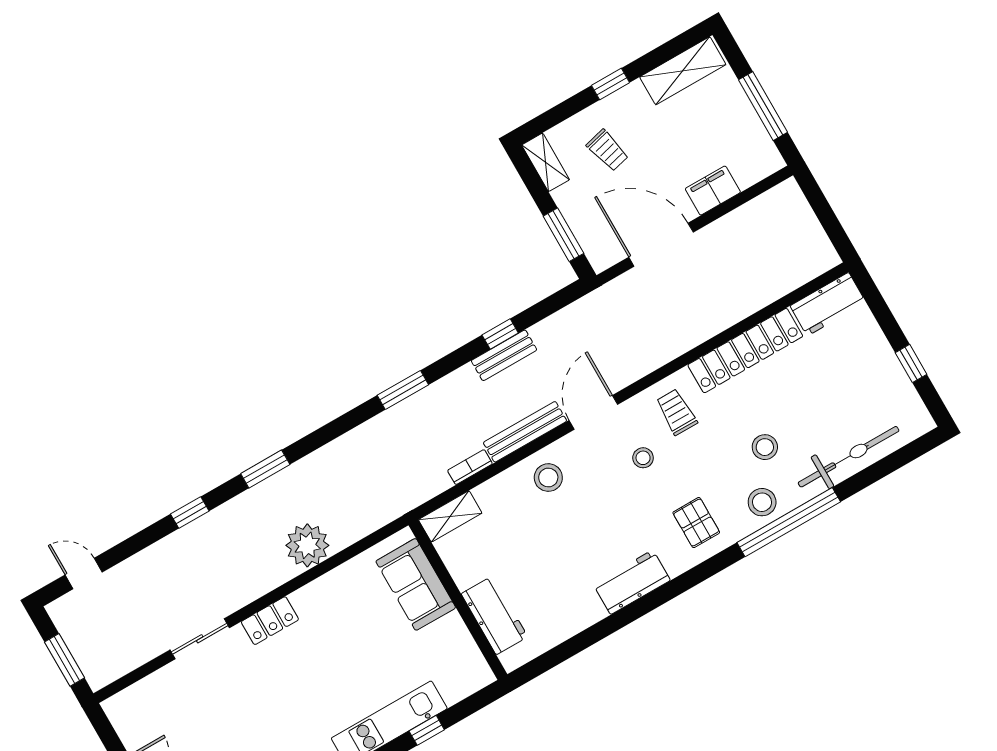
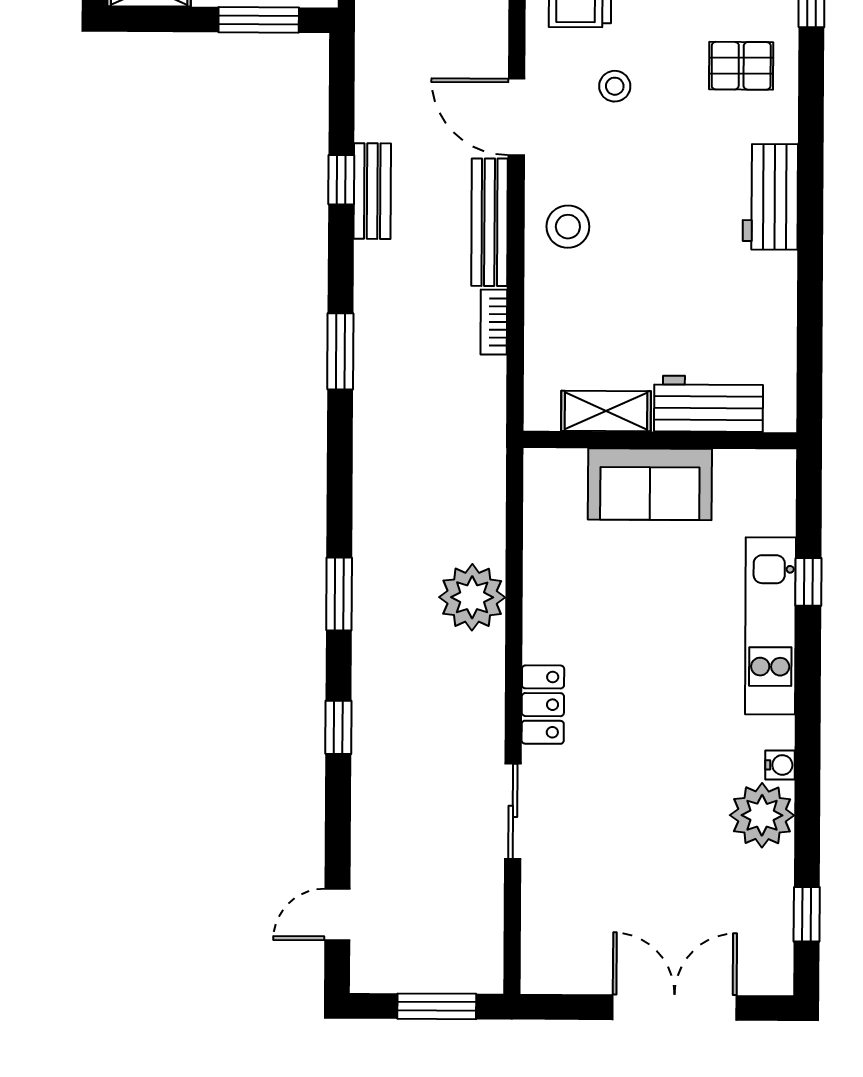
shelving: (450, 516) -> (606, 411), moved, turned 90
sofa: (416, 584) -> (650, 484), moved

